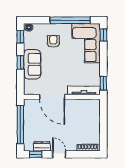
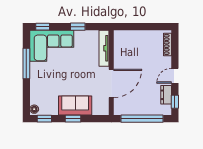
window: (70, 20) -> (26, 64), width x0.68
armchair: (53, 41) -> (50, 82), removed
window: (103, 83) -> (78, 27), moved

